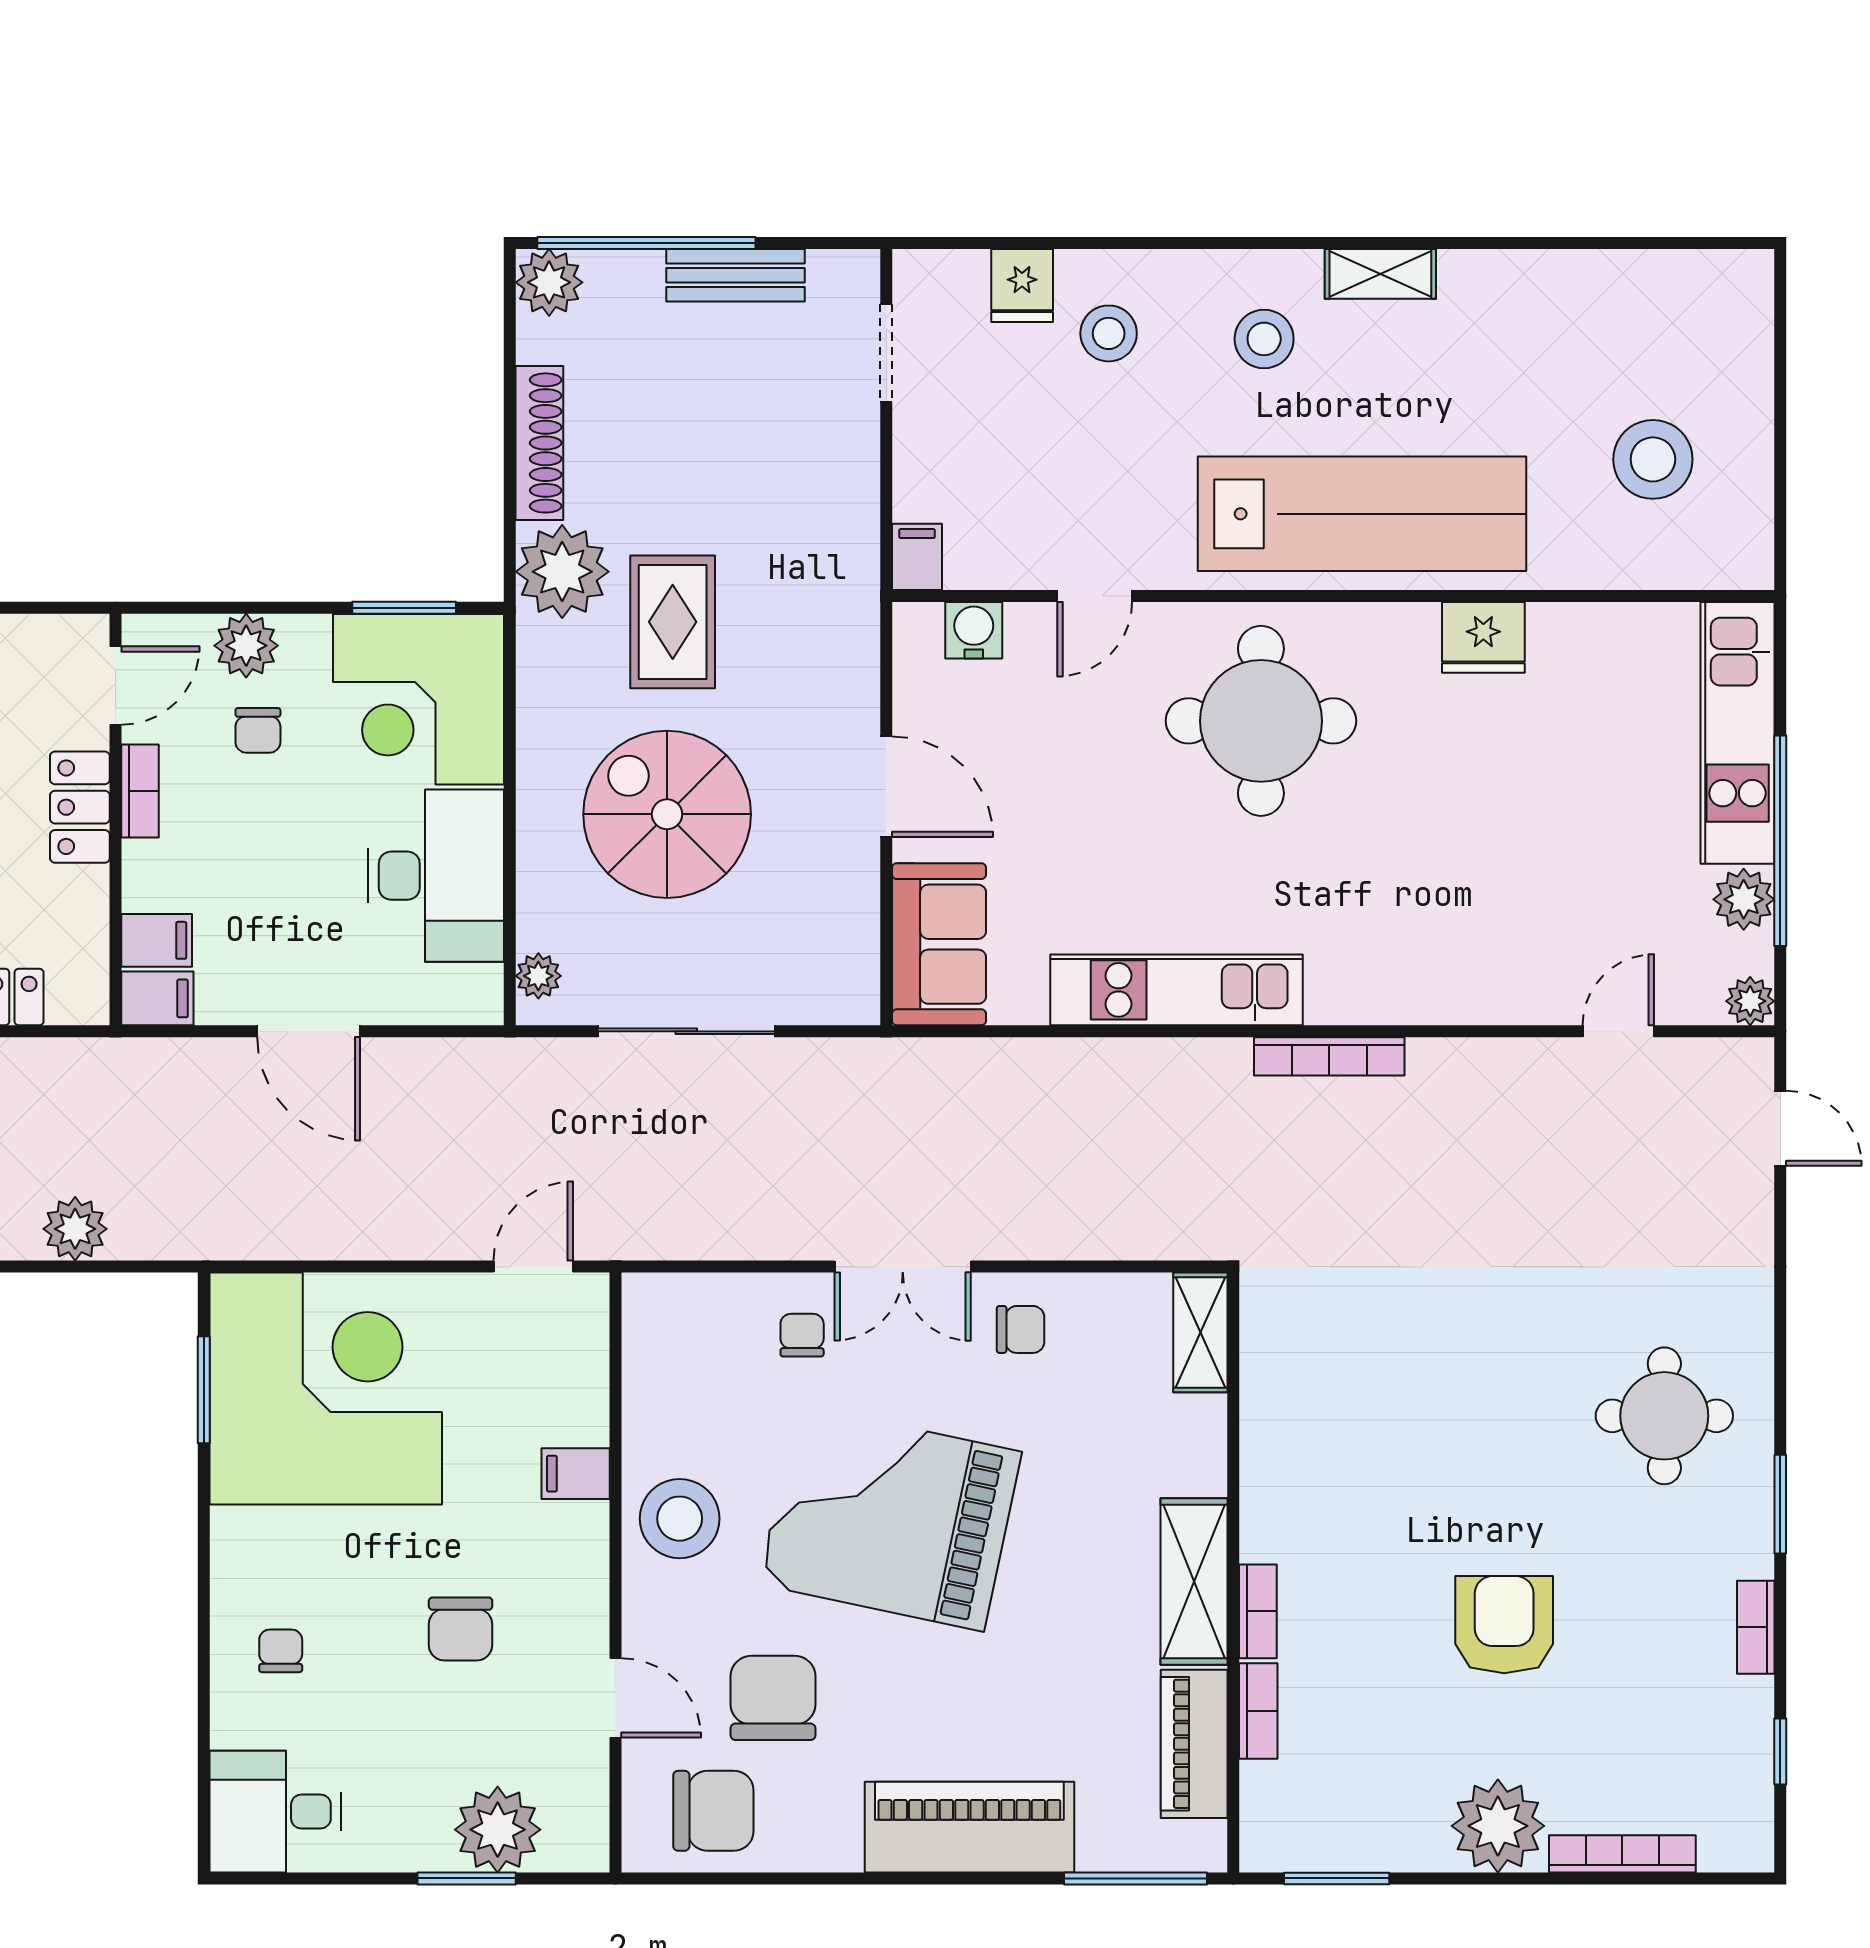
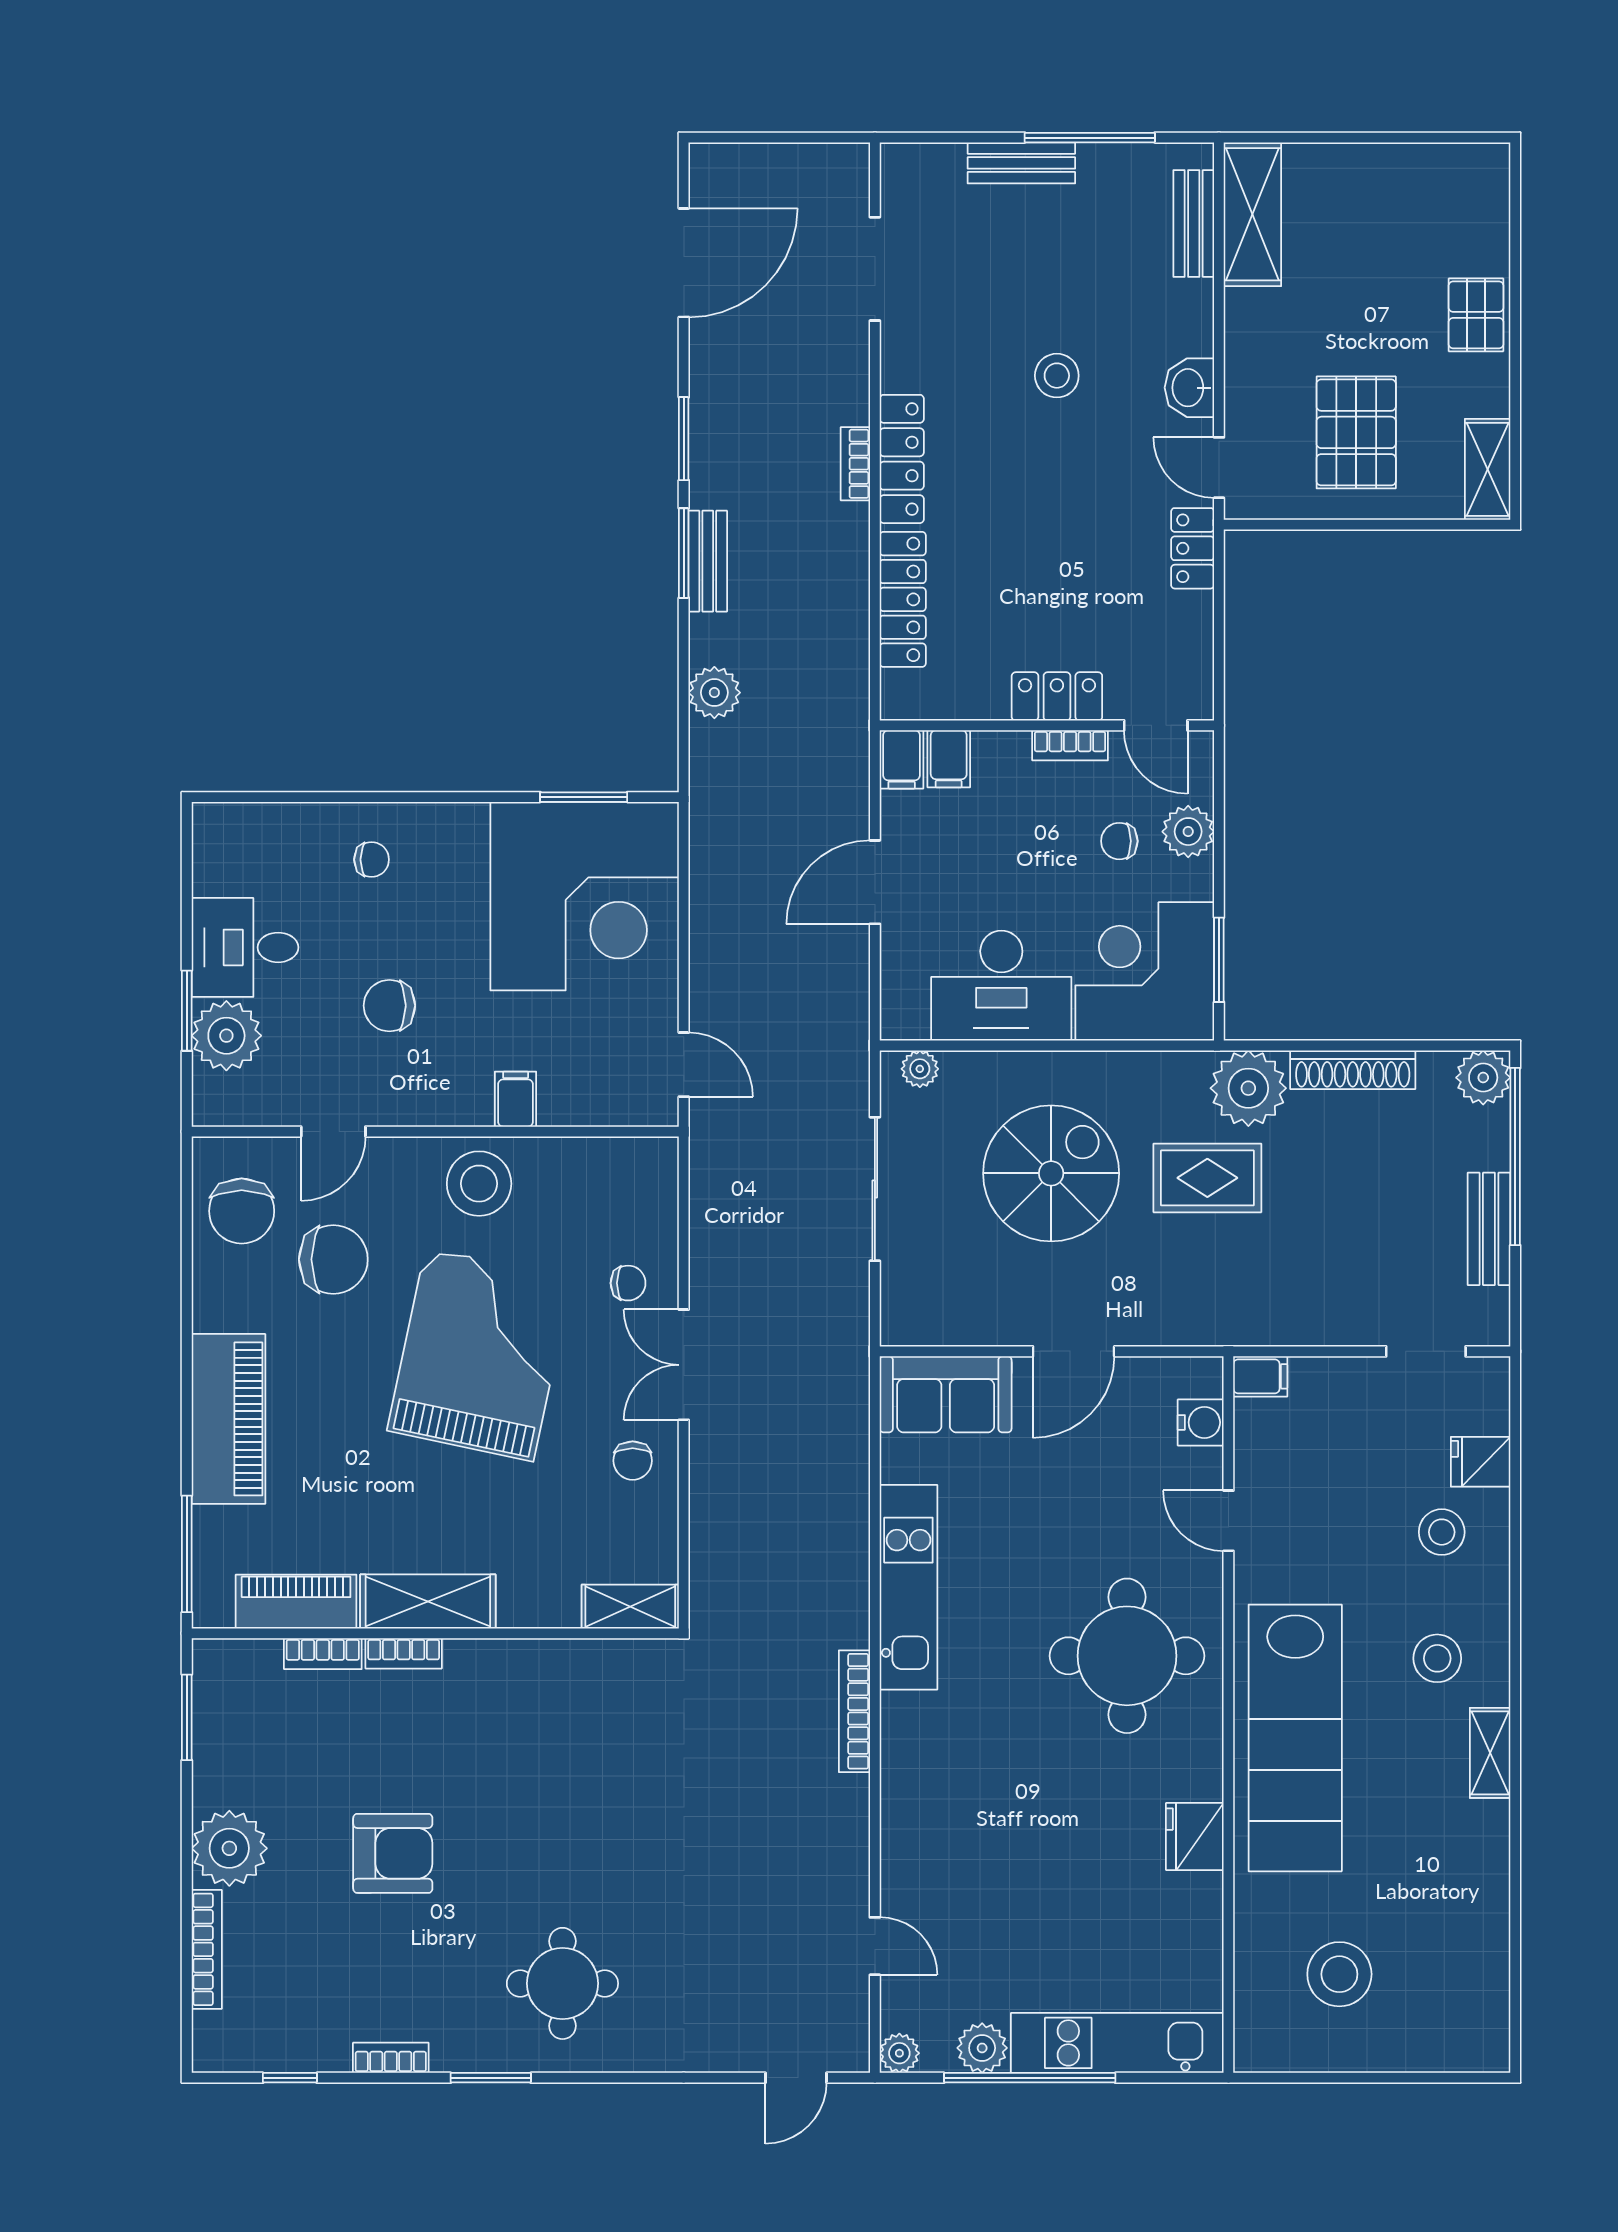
desk: (275, 1812) -> (245, 947), moved, turned -90

